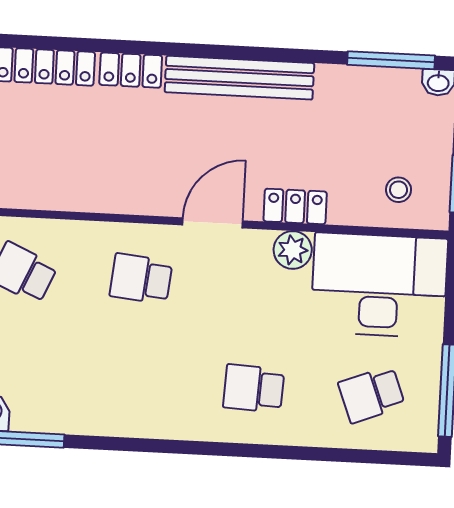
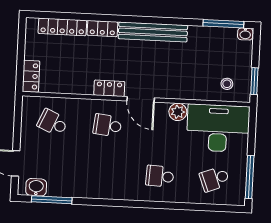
locker: (295, 206) -> (109, 88), moved
door: (213, 223) -> (141, 99), swing flipped

